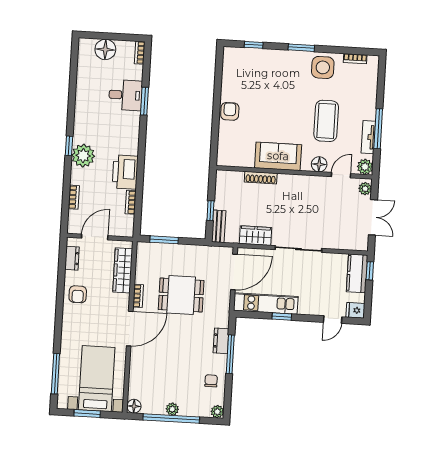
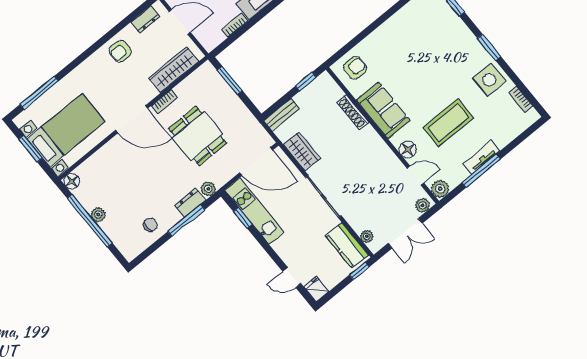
armchair: (230, 111) -> (355, 68), moved
tv unit: (368, 137) -> (482, 157), moved
window: (210, 211) -> (306, 82), moved
plant: (351, 245) -> (367, 236), added
kitchen counter: (357, 273) -> (347, 245), moved, turned -90
window: (282, 317) -> (243, 218), moved
plant: (217, 412) -> (208, 189), moved

